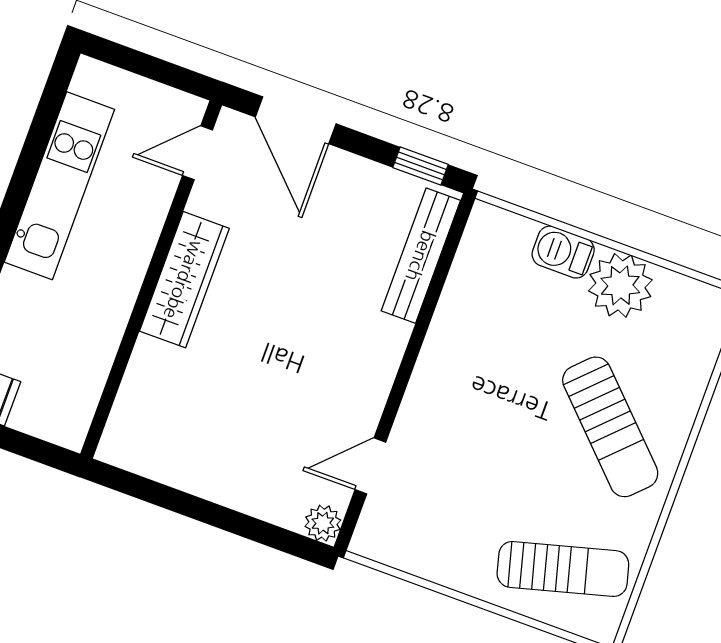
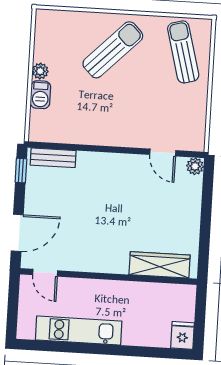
bench: (421, 256) -> (53, 158), width x0.73
wardrobe: (184, 280) -> (160, 265), moved
plant: (620, 285) -> (40, 71), width x0.53, depth x0.53

